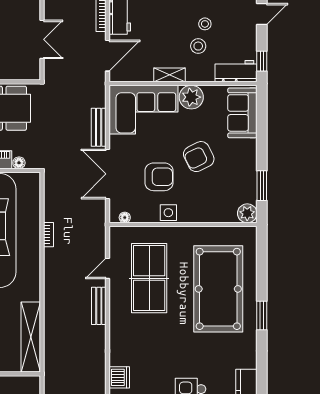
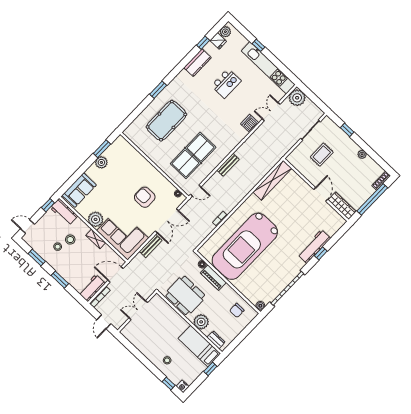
armchair: (199, 157) -> (118, 189), removed
side table: (168, 213) -> (156, 177), removed
plant: (247, 213) -> (101, 162), moved
door: (108, 268) -> (196, 191), moved
pool table: (218, 289) -> (166, 121), width x0.73, depth x0.76

